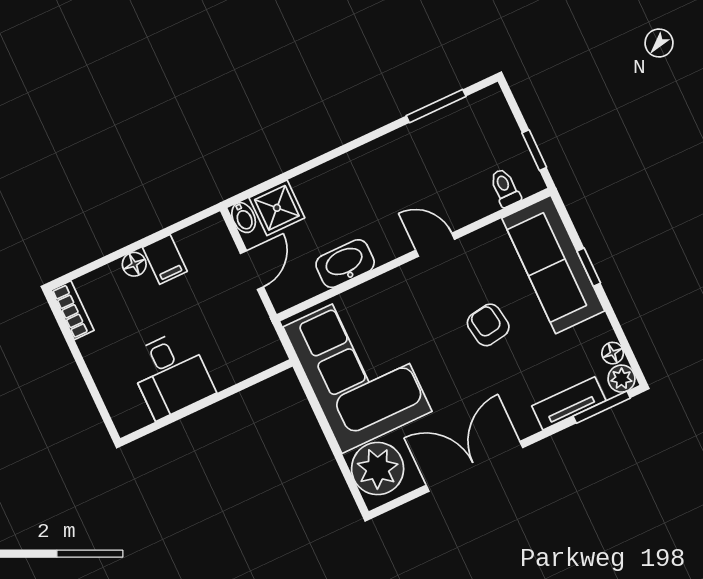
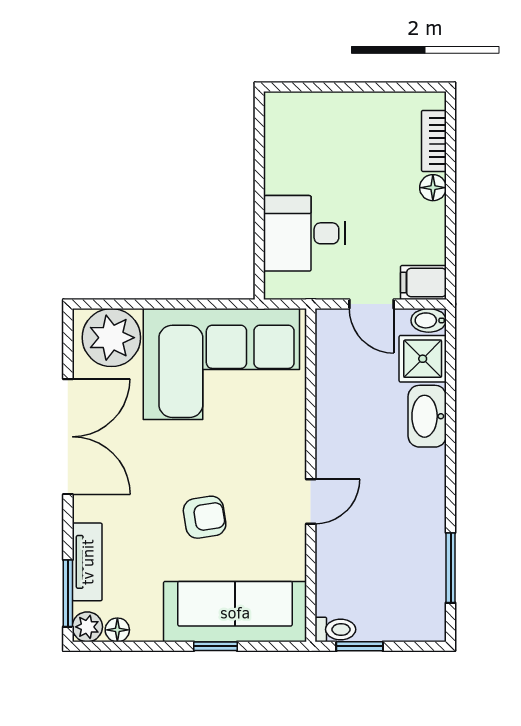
toilet: (505, 188) -> (335, 629), moved
filing cabinet: (165, 259) -> (423, 283), moved
washbasin: (345, 264) -> (427, 416), moved, turned 180
bookcase: (73, 310) -> (434, 141), moved, turned 90
desk: (171, 374) -> (304, 233), moved

